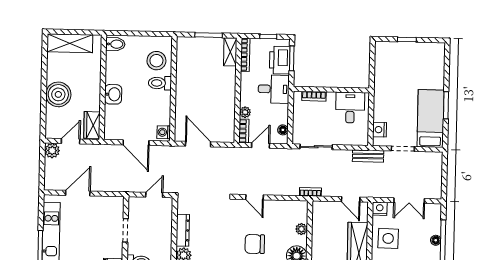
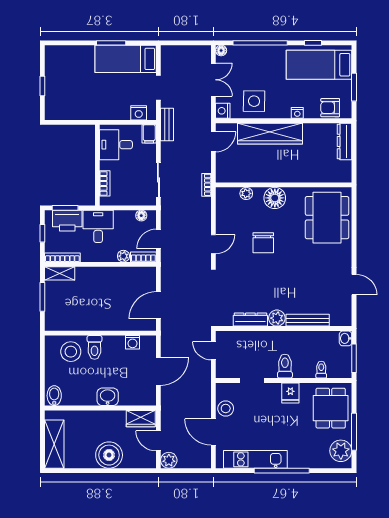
washing machine: (164, 132) -> (133, 342), moved
filing cabinet: (360, 139) -> (149, 134), added
door: (261, 146) -> (158, 239), hinge flipped
stool: (100, 205) -> (226, 408), added
floor lamp: (436, 240) -> (221, 51), moved

